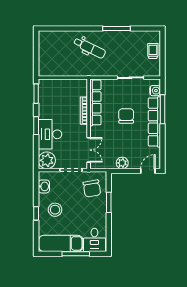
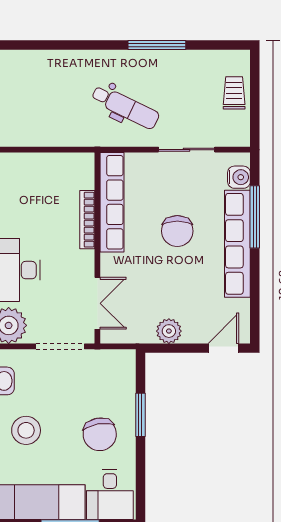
dental chair: (90, 48) -> (125, 107), moved
chair: (126, 116) -> (177, 231), turned 180
chair: (92, 189) -> (100, 434), moved

